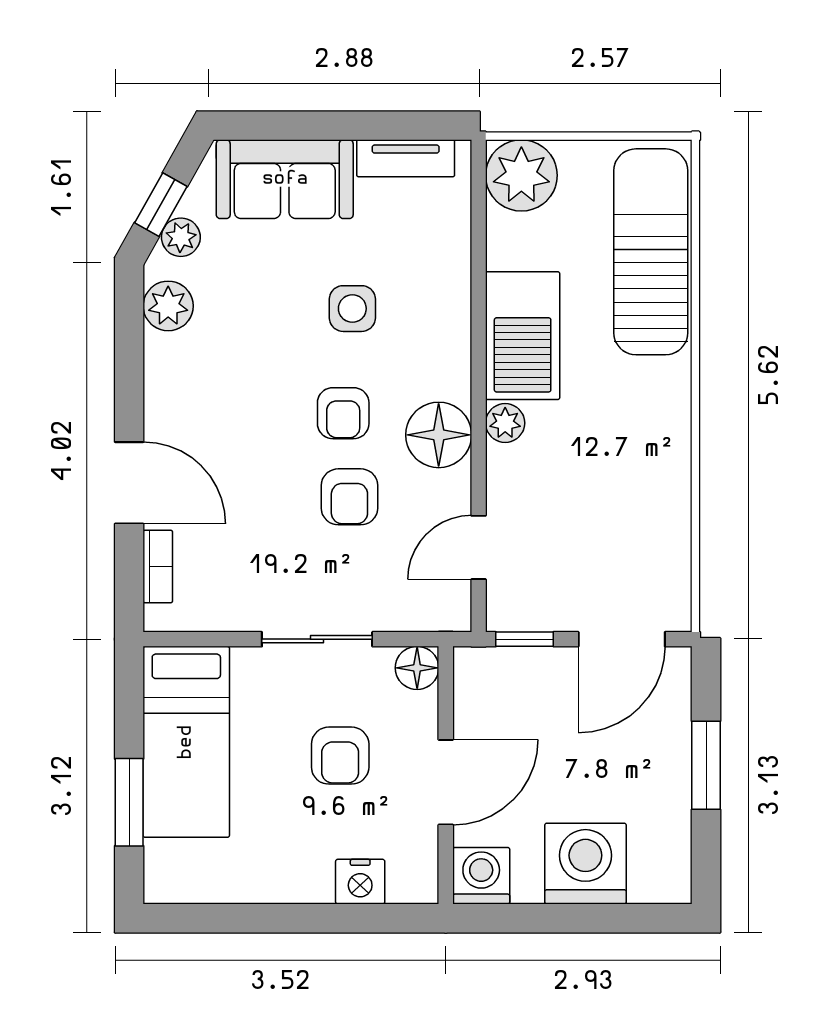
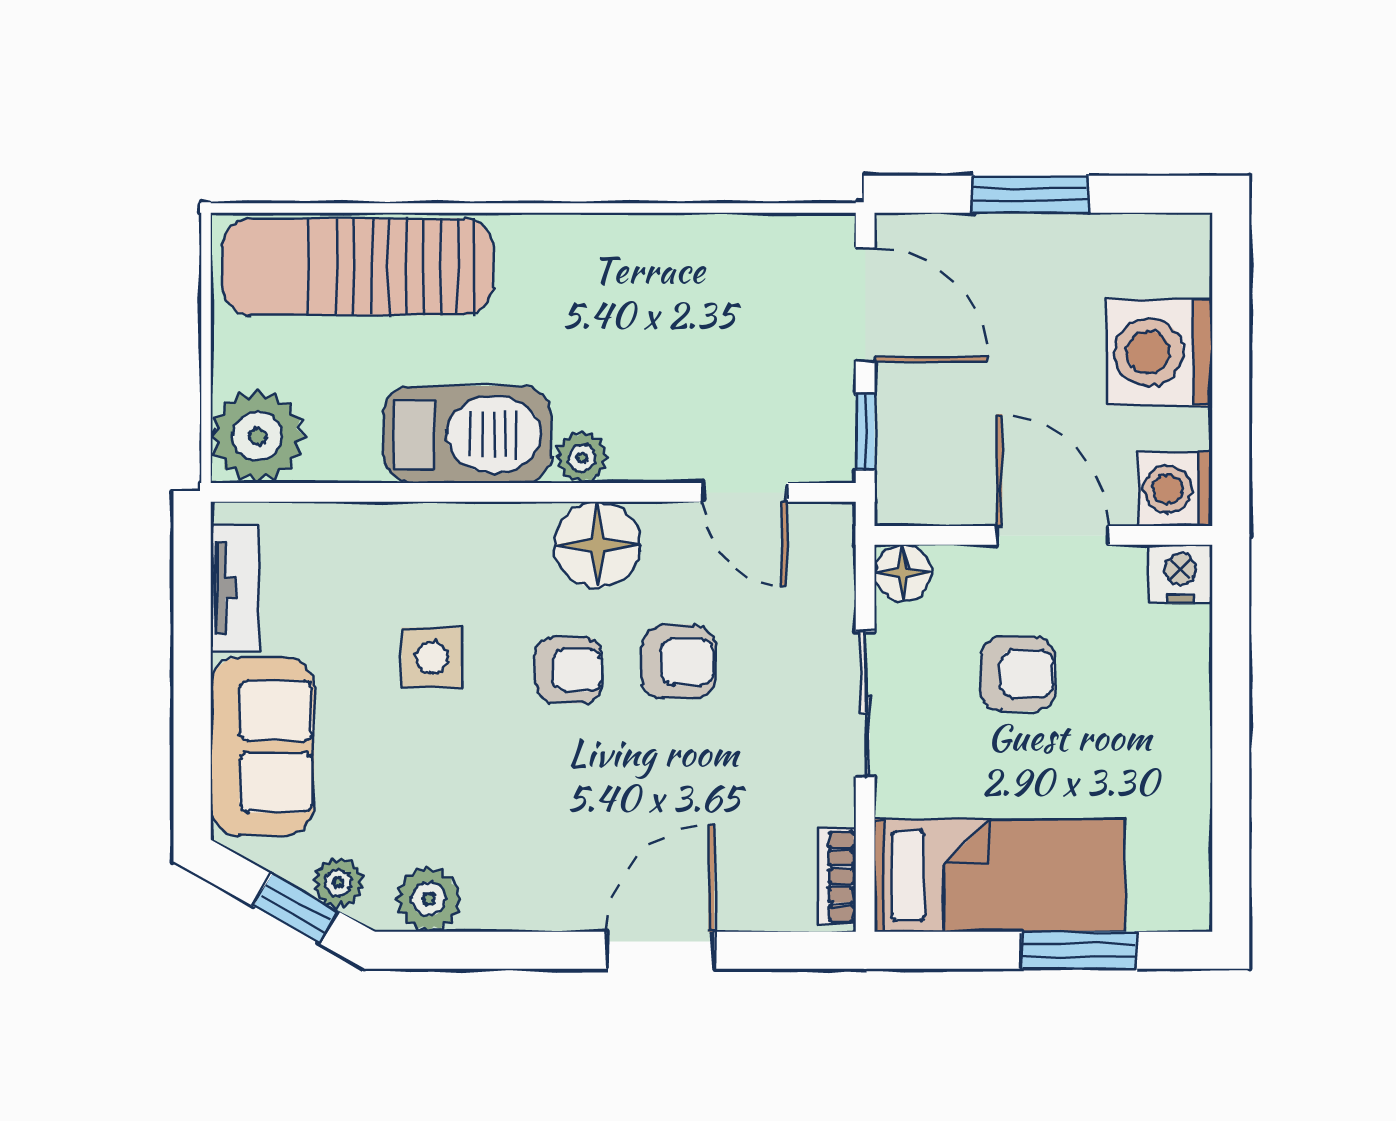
bookcase: (158, 566) -> (837, 877), moved, turned -90
nightstand: (360, 882) -> (1180, 574), moved, turned -90

